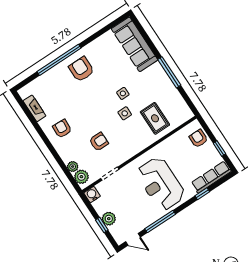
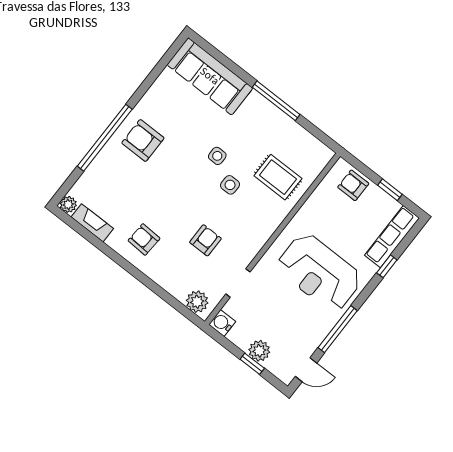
plant: (73, 167) -> (68, 204), moved

